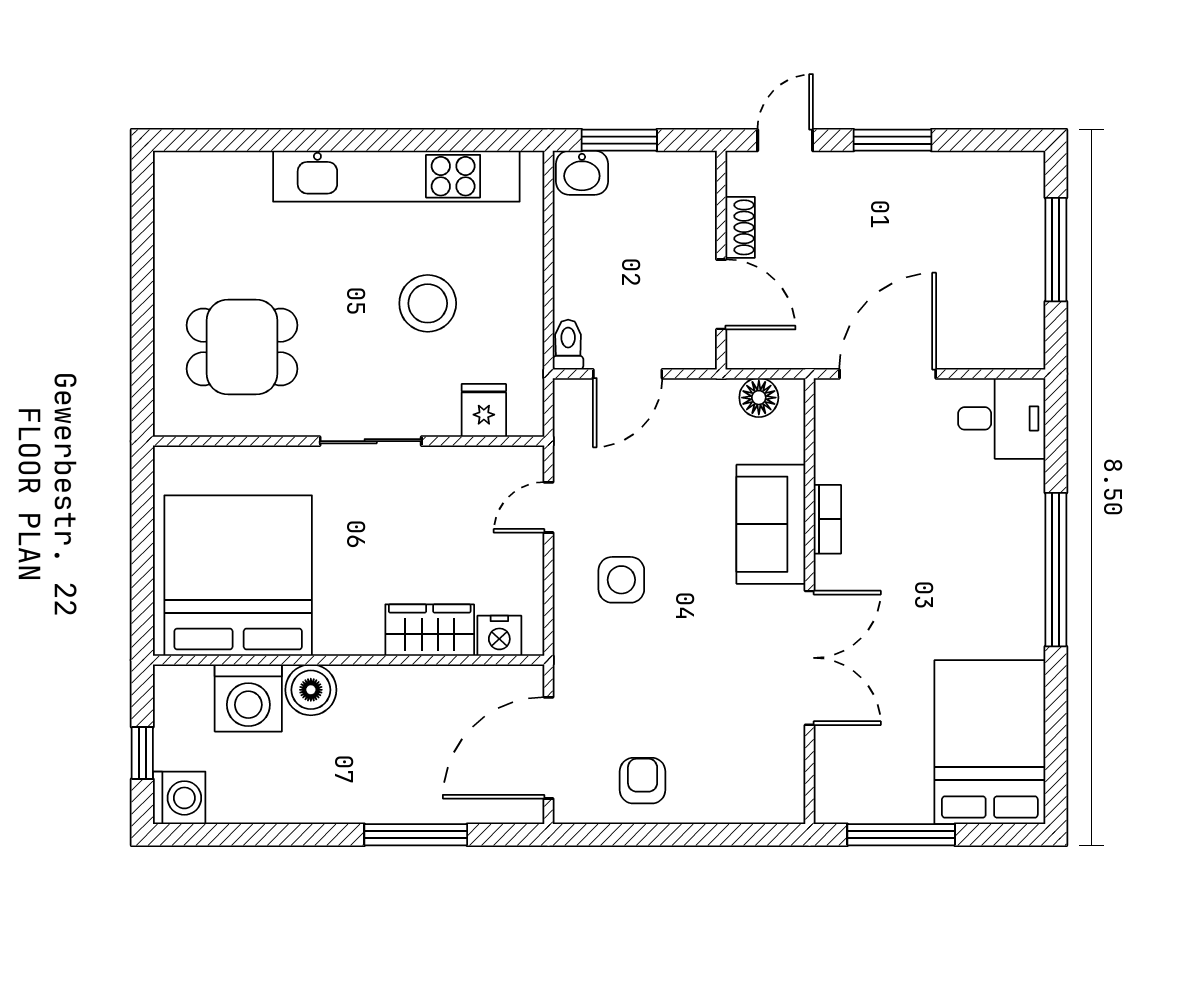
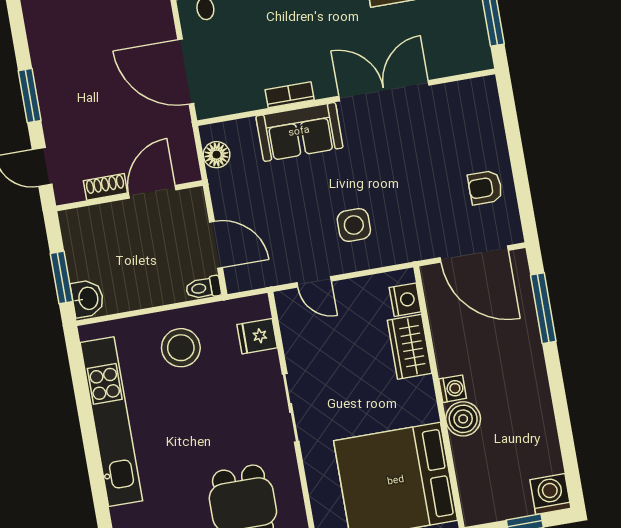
stool: (428, 303) -> (181, 348), moved
washing machine: (248, 698) -> (453, 389), moved, width x0.53, depth x0.53
window: (416, 835) -> (543, 308), moved

